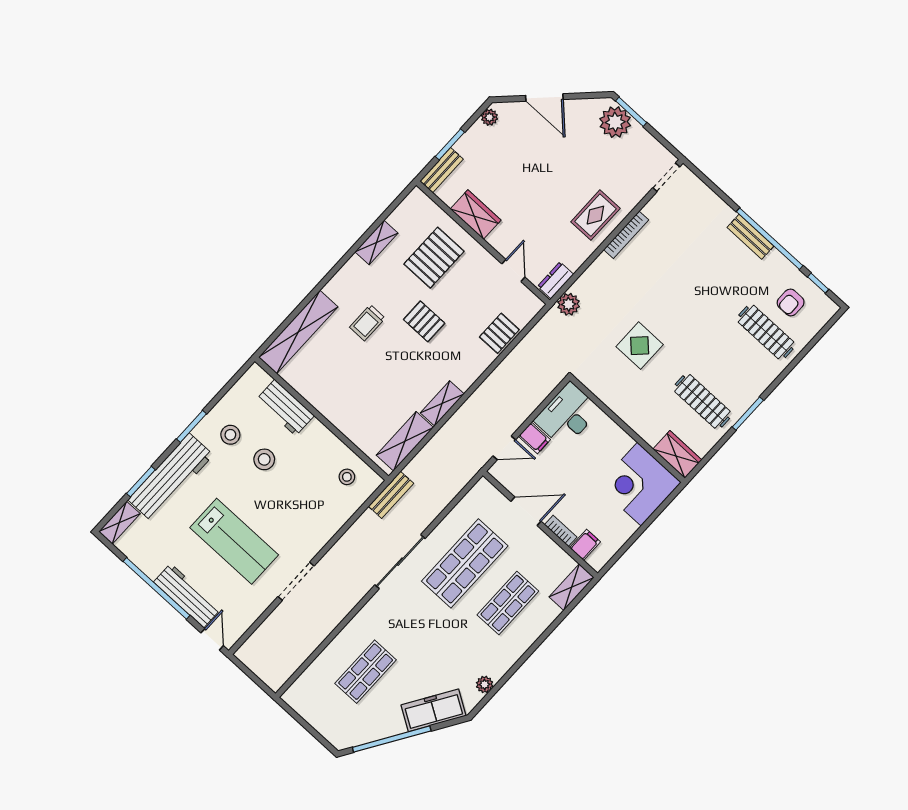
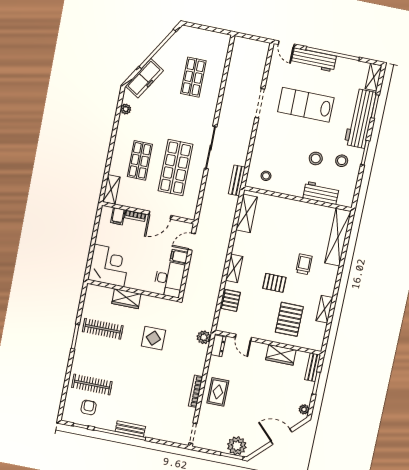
shelving: (442, 403) -> (234, 268), moved
wardrobe: (677, 455) -> (126, 299), moved

